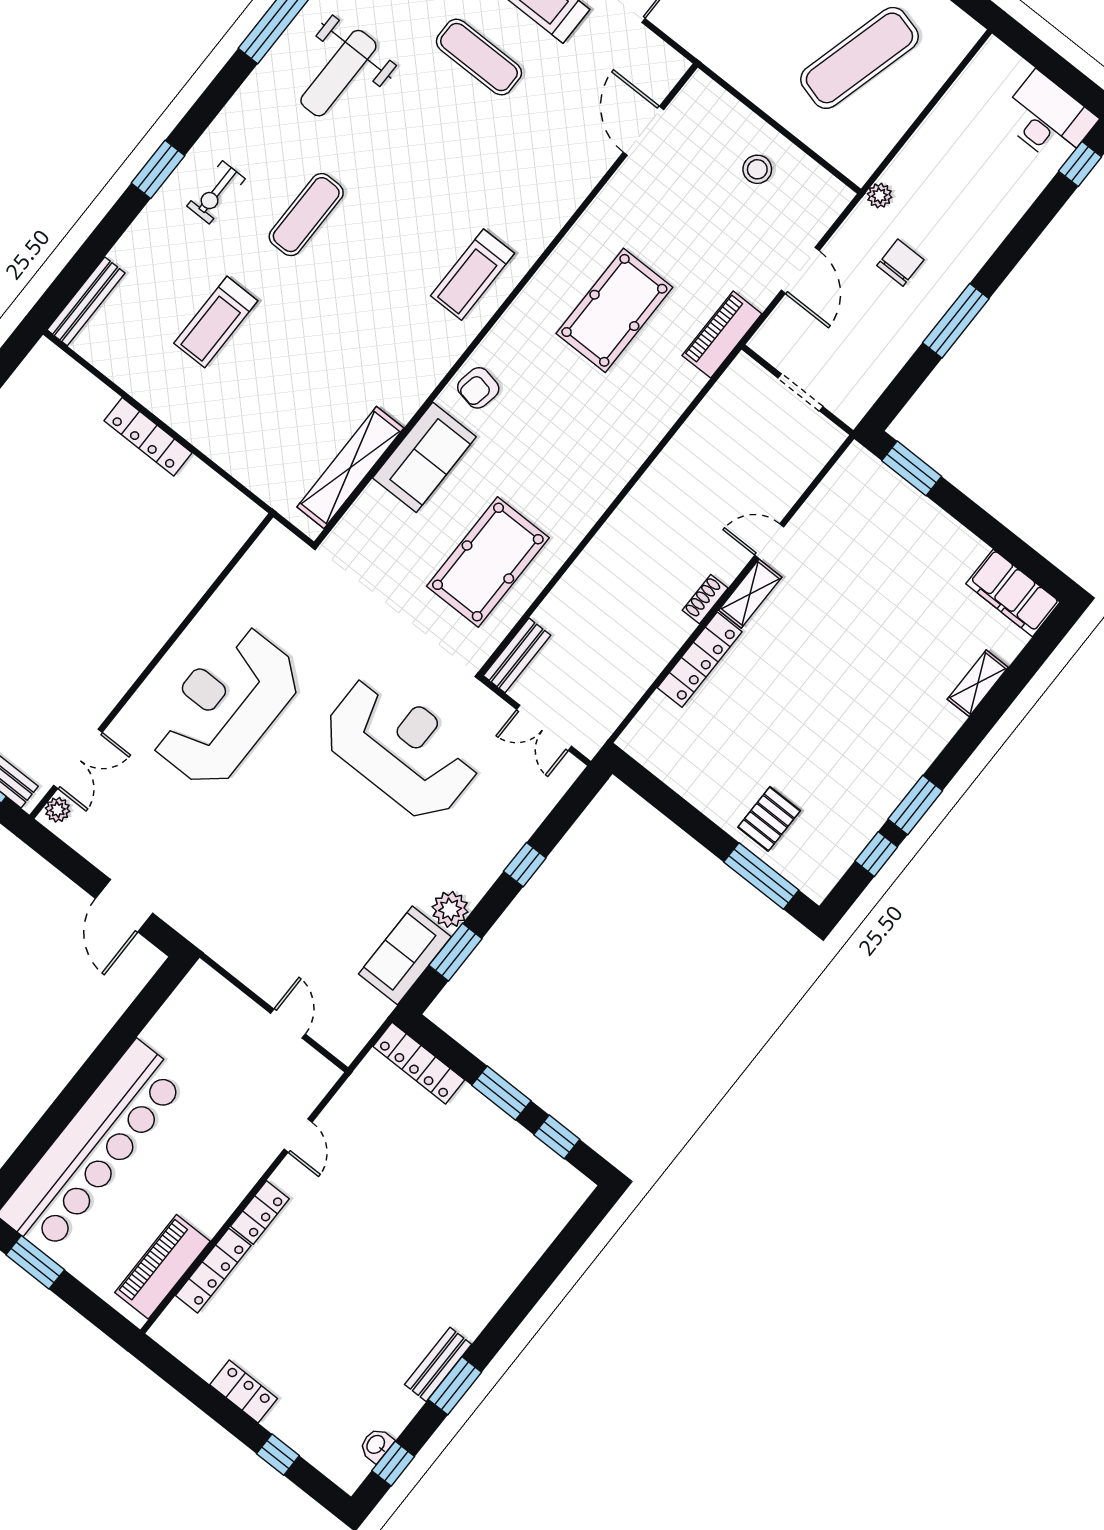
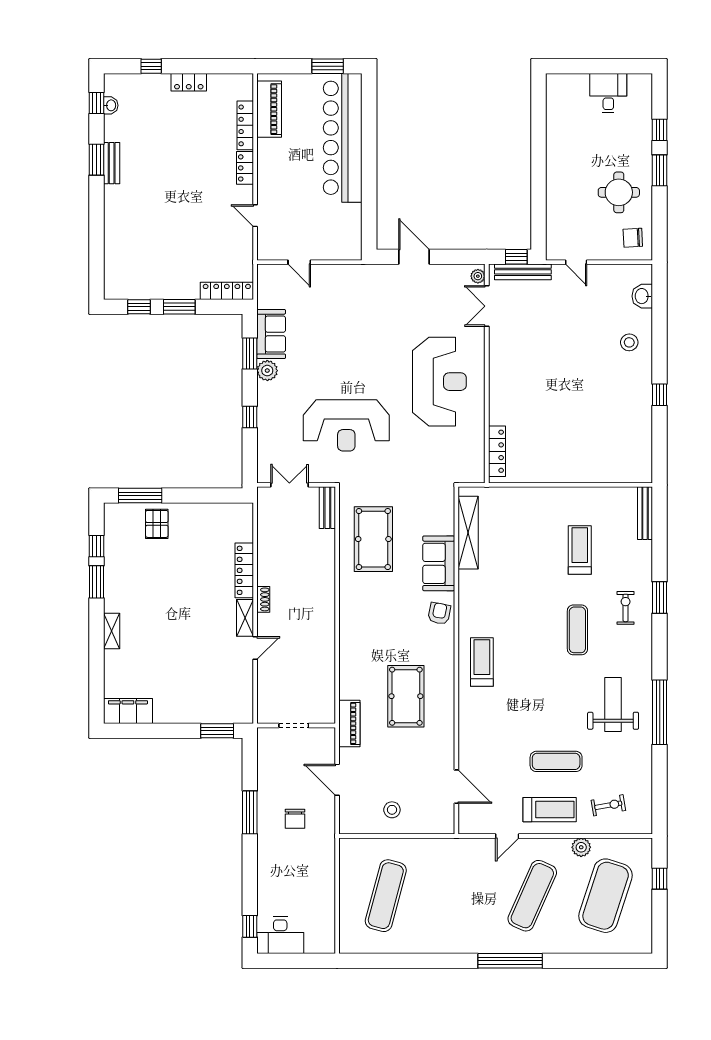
plant: (879, 196) -> (328, 841), removed
locker: (148, 437) -> (497, 451), moved, turned 90
shelving: (978, 683) -> (112, 631), moved

